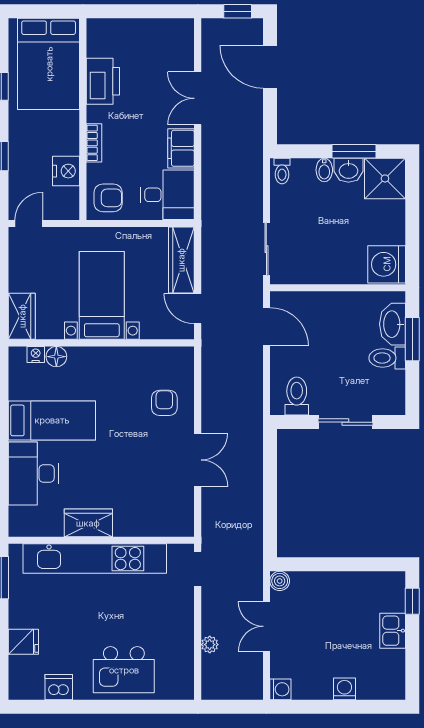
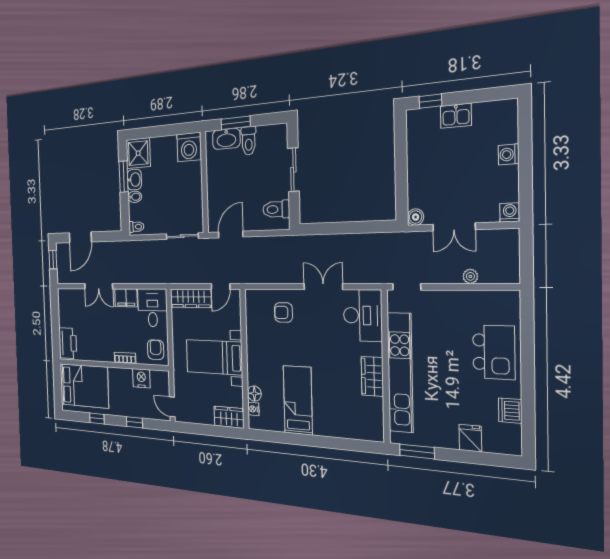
printer: (103, 81) -> (68, 343), moved, turned 90
desk: (33, 474) -> (363, 315), moved, turned -90

